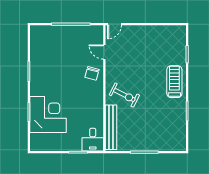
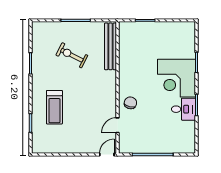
door: (104, 52) -> (117, 125), swing flipped
treadmill: (174, 82) -> (54, 107), moved
exercise bike: (124, 95) -> (72, 55), moved
corner desk: (48, 114) -> (177, 78), moved
desk: (93, 140) -> (184, 109), moved, turned 90

